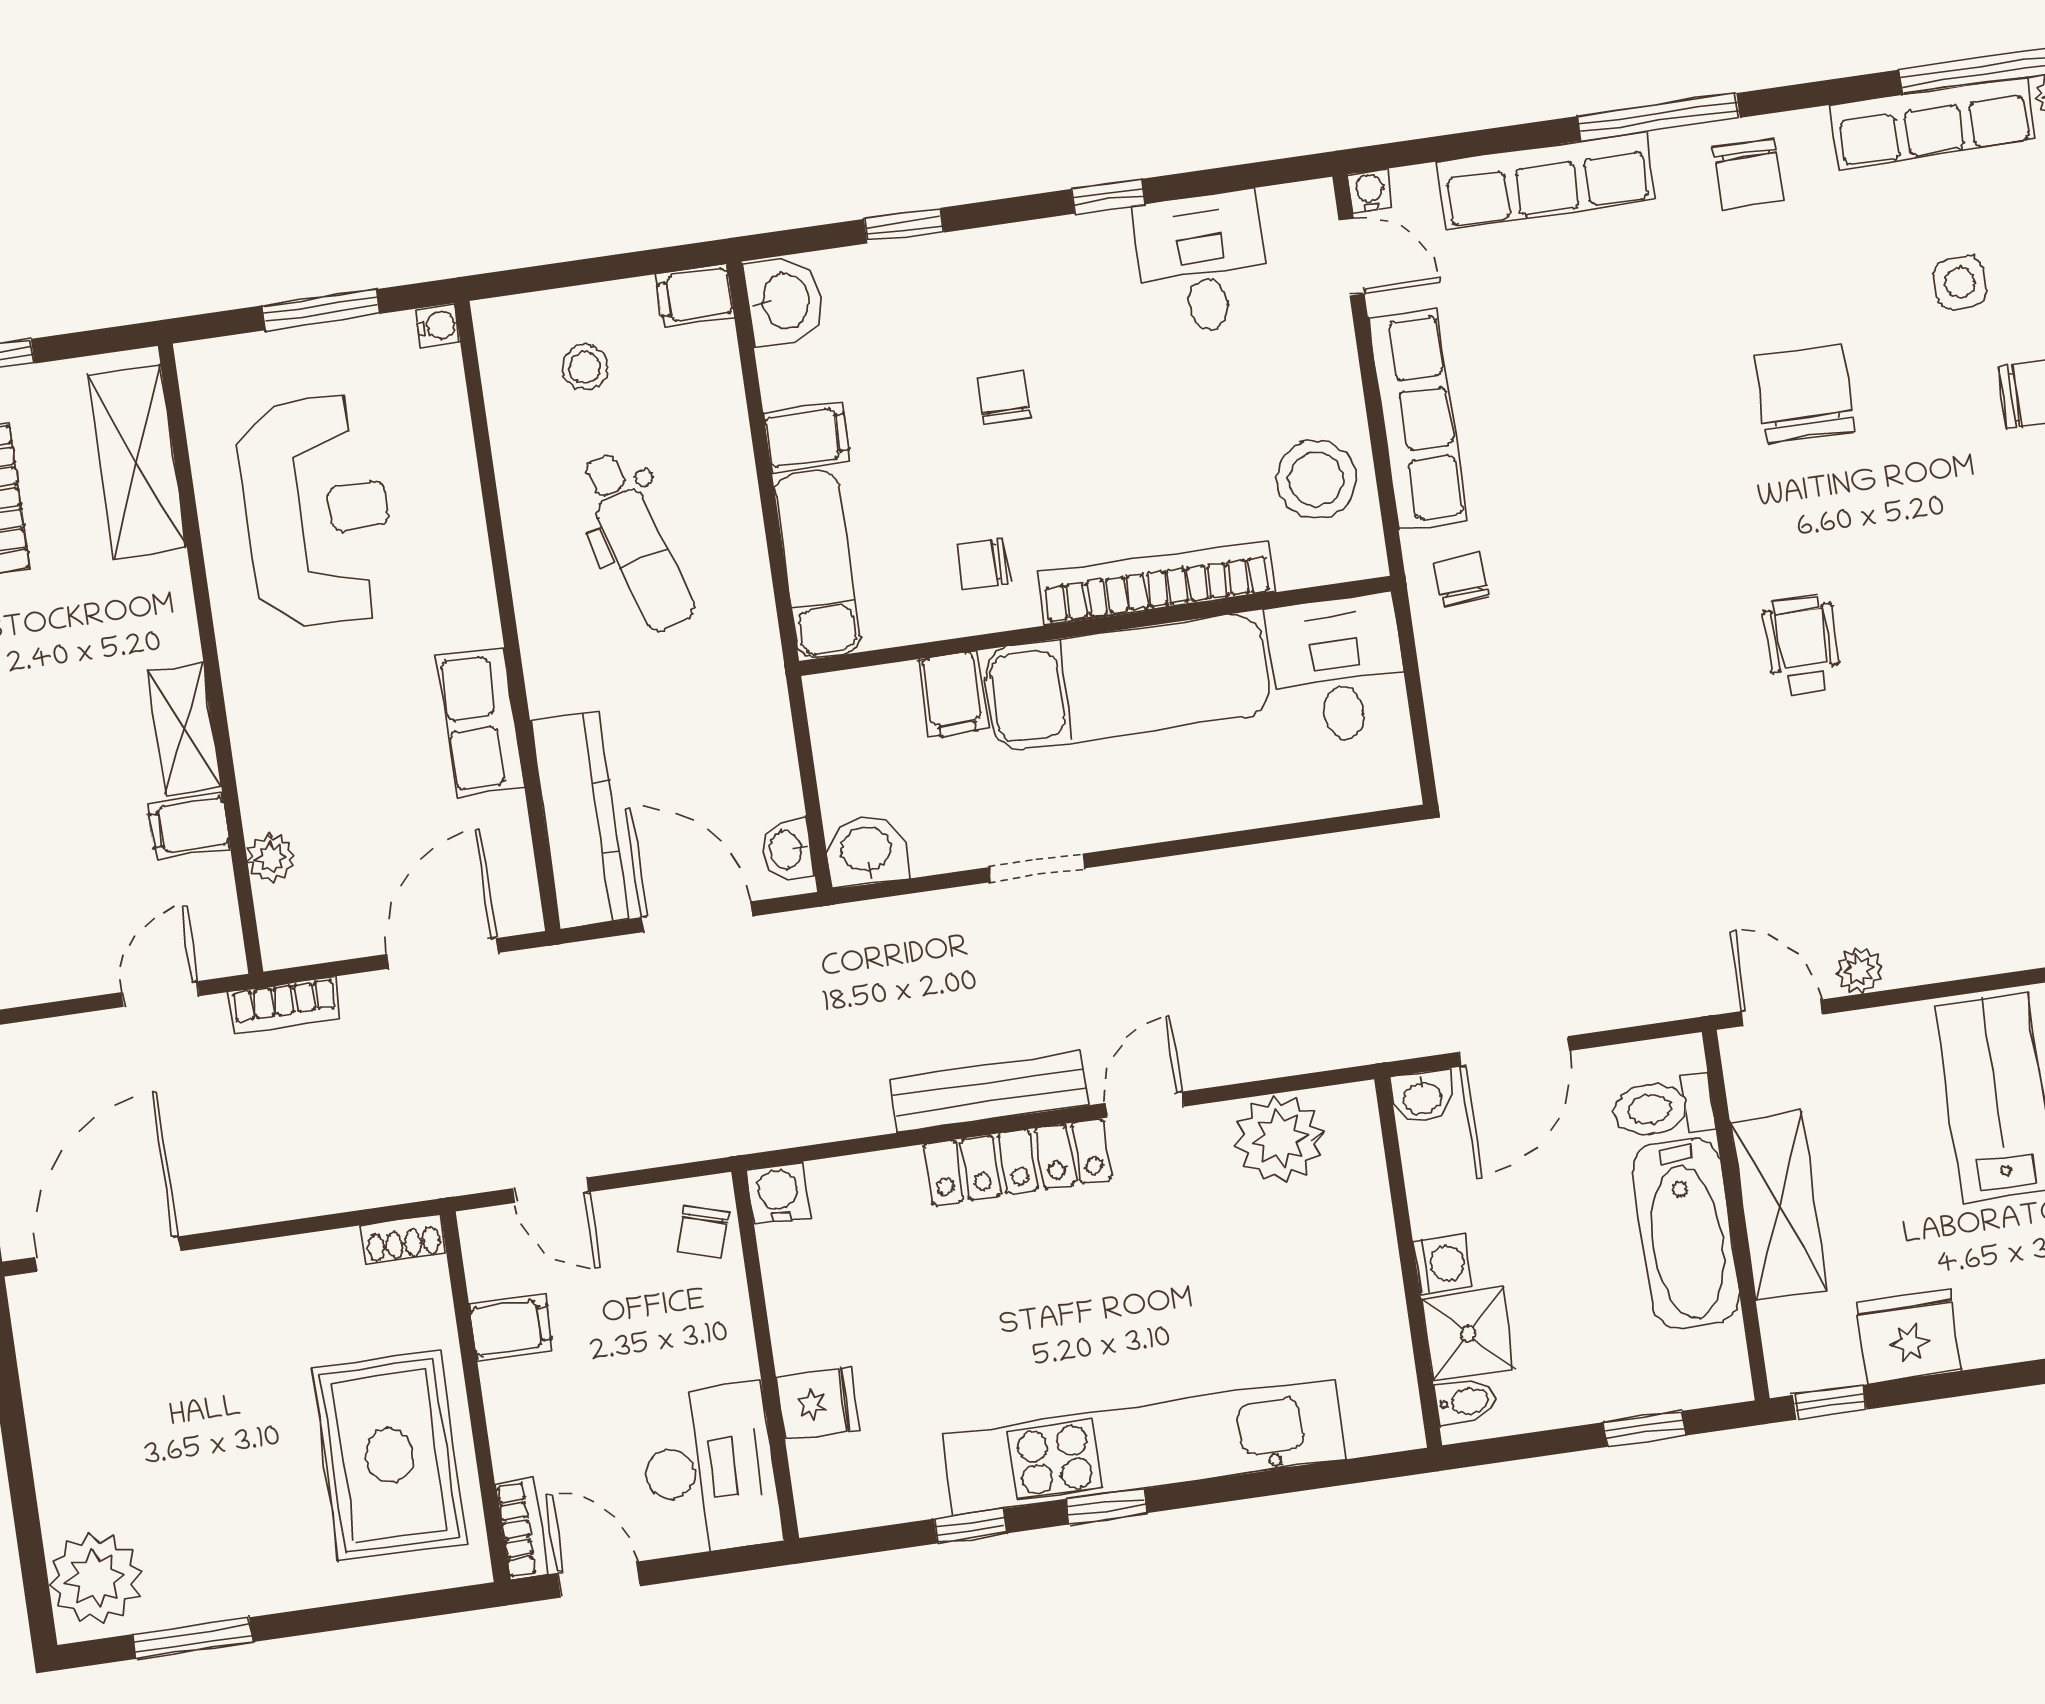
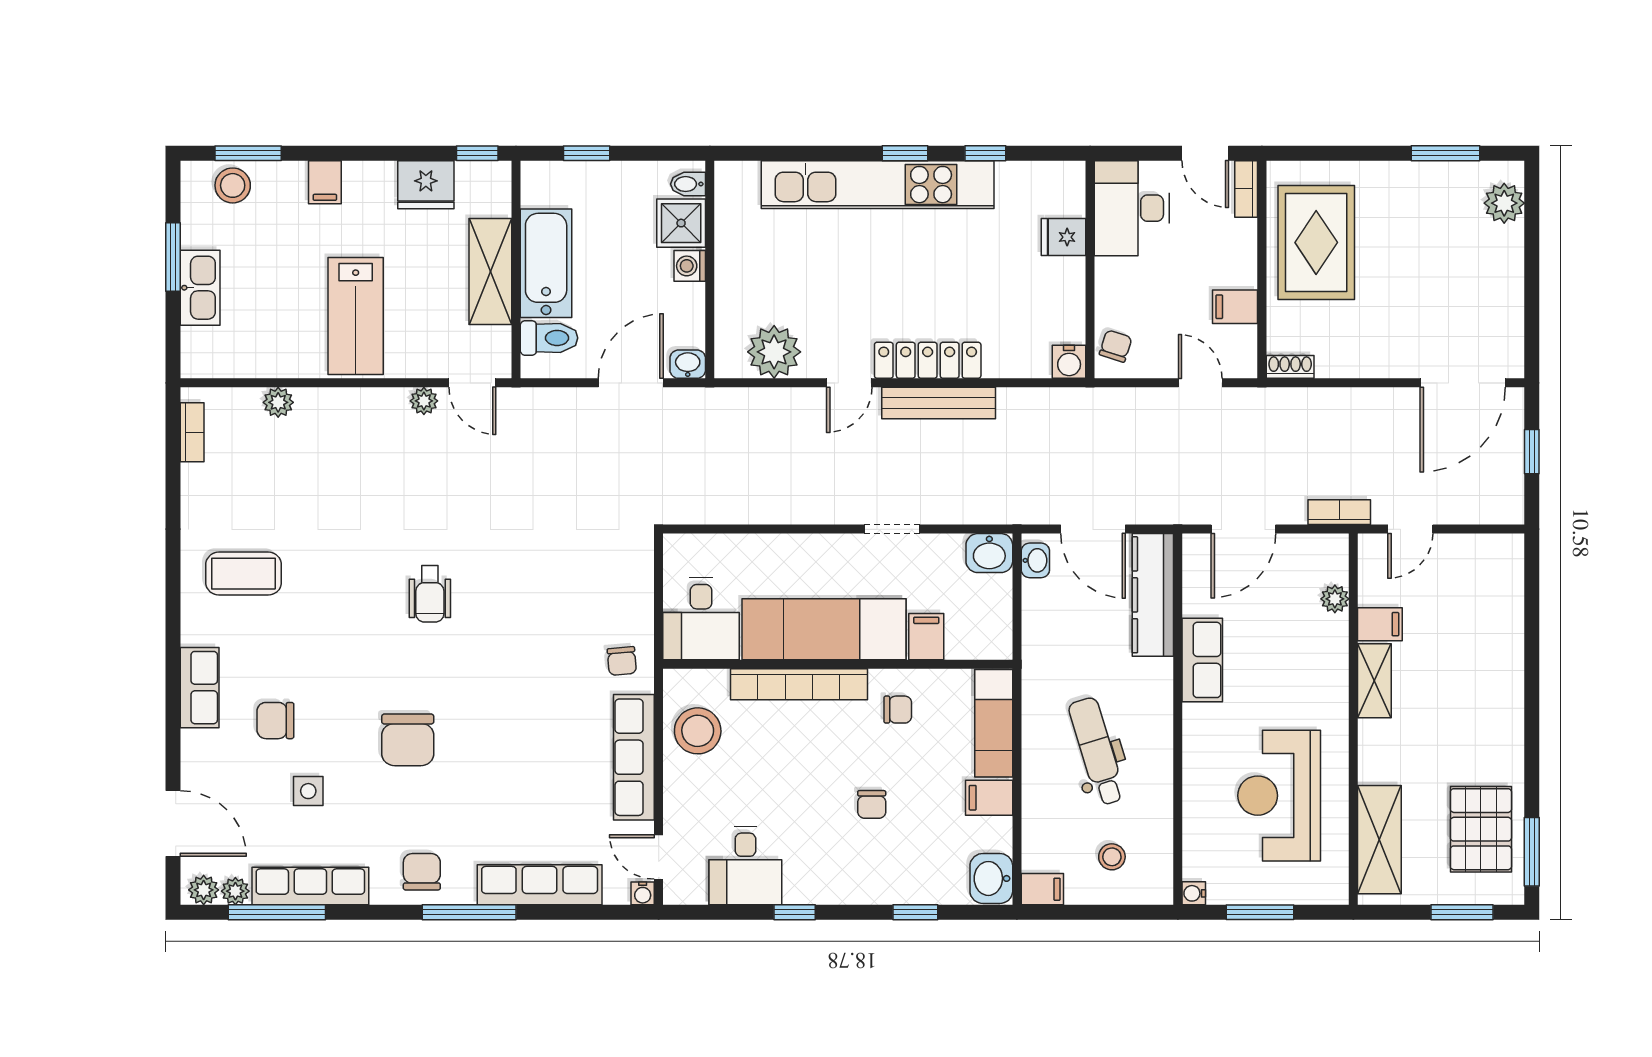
plant: (95, 1579) -> (1504, 203), width x0.73, depth x0.73

